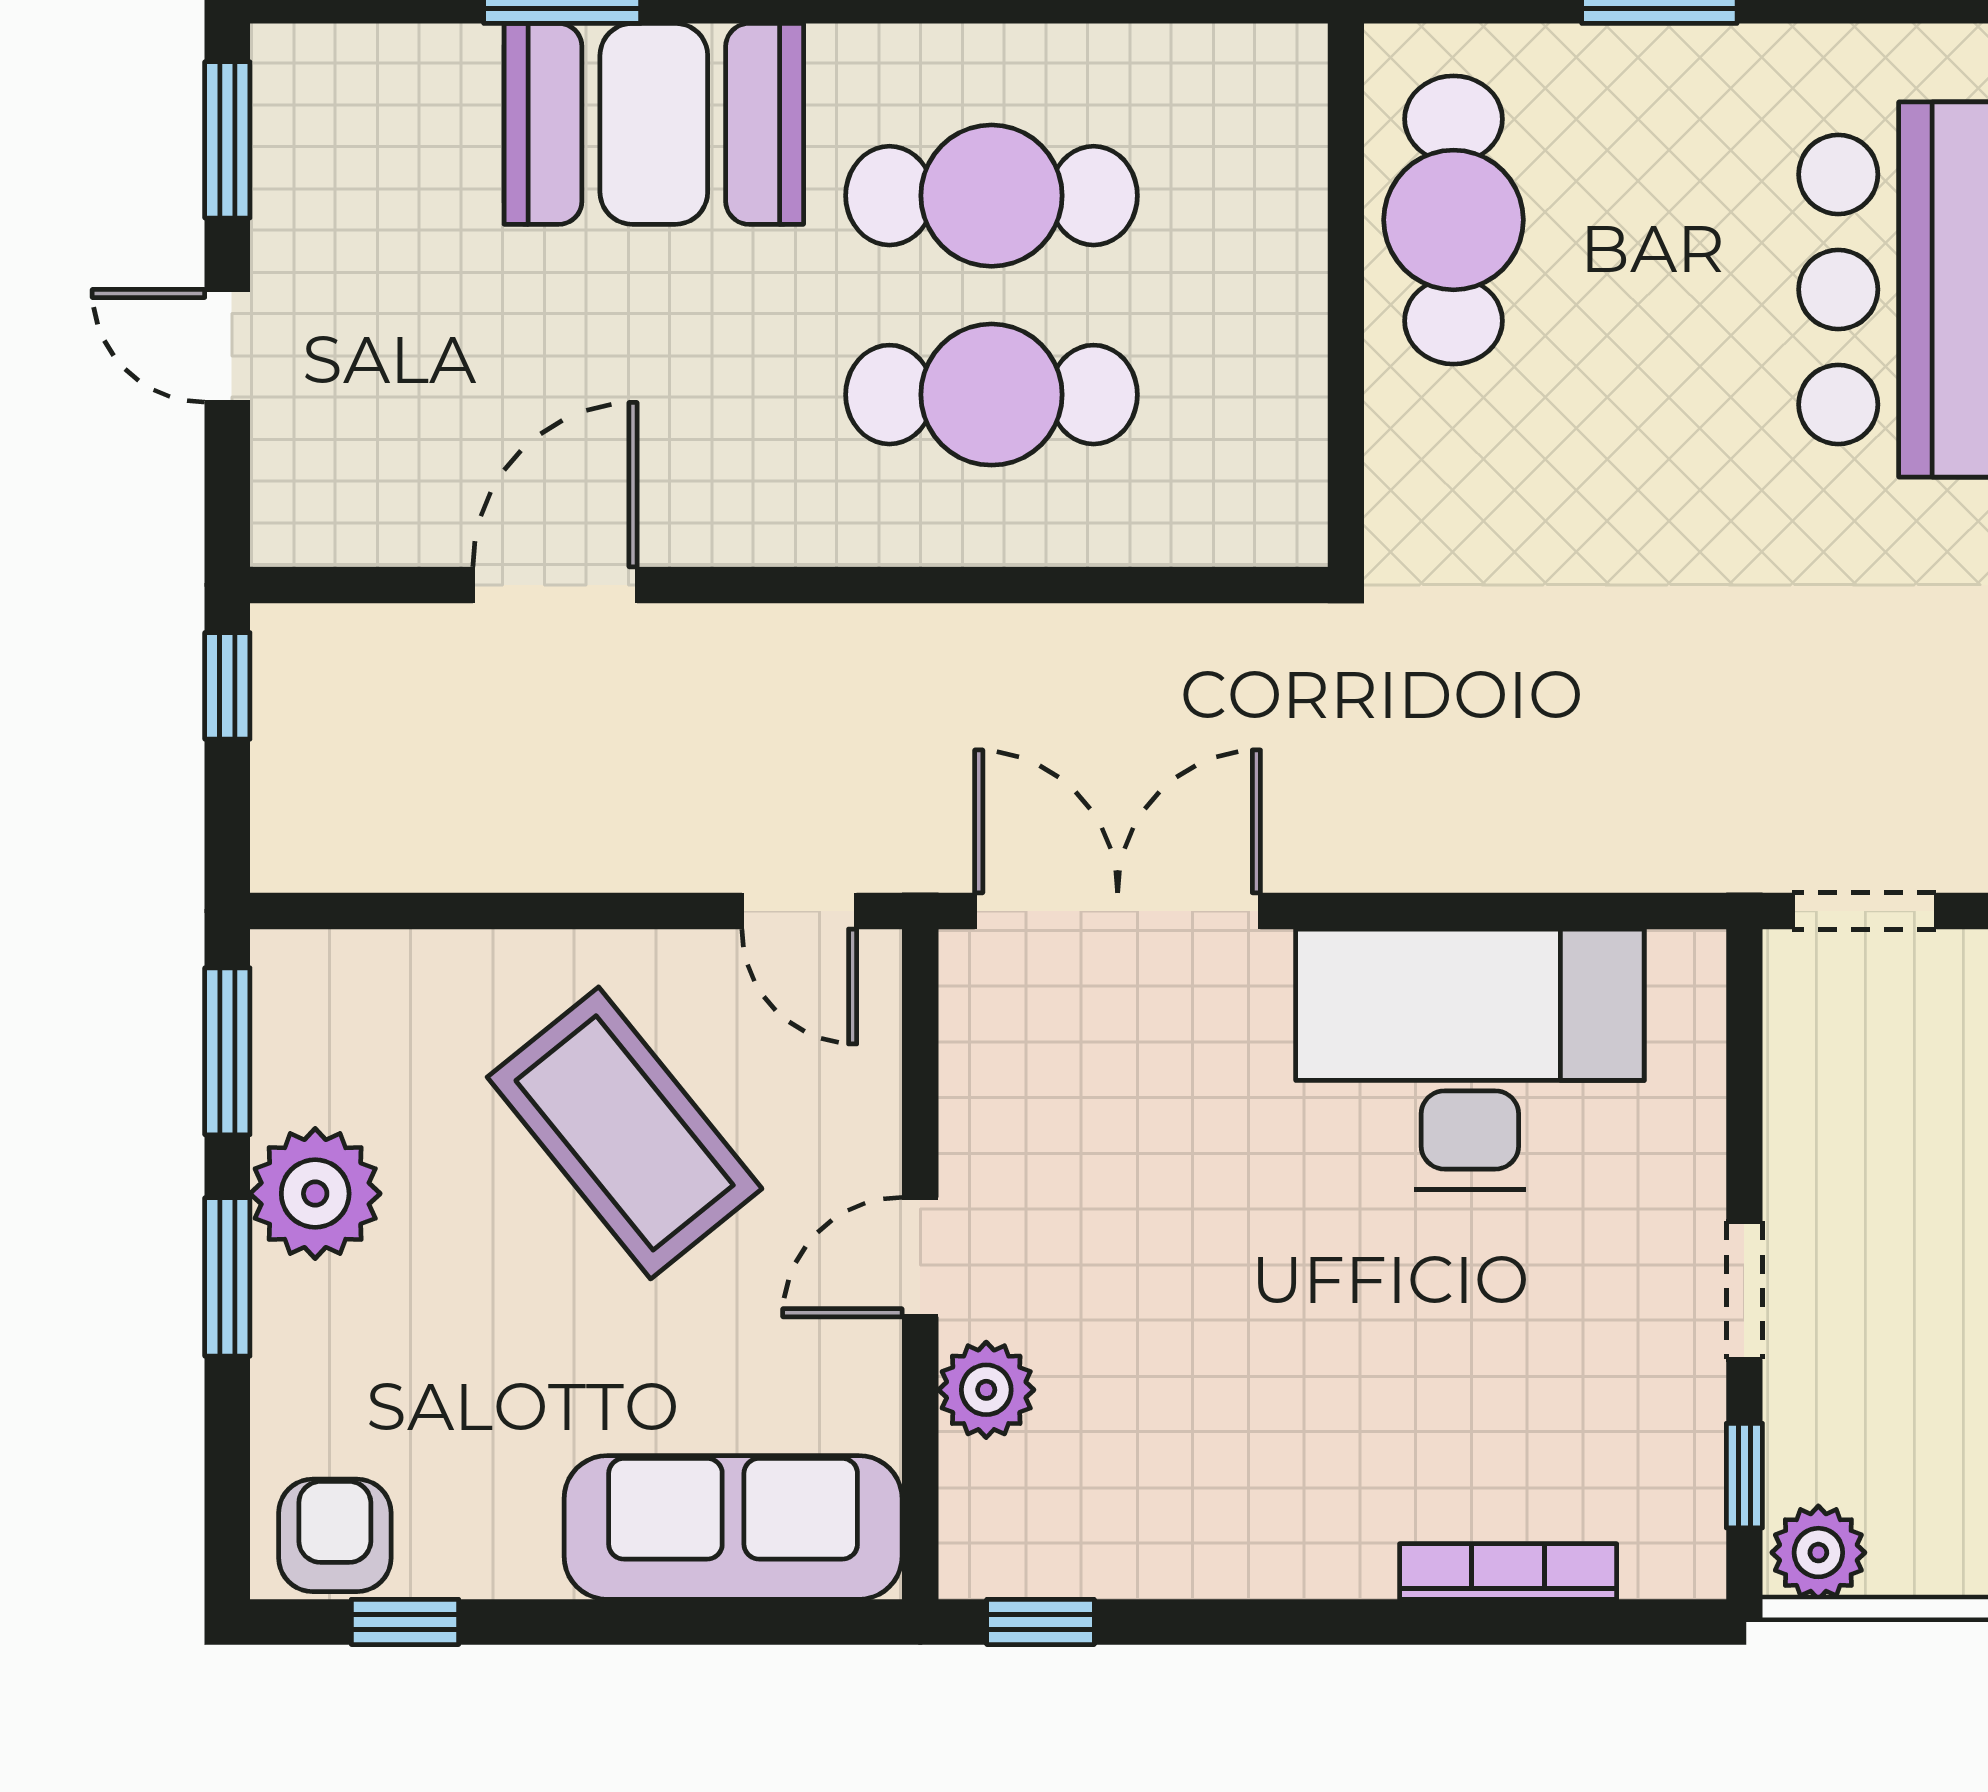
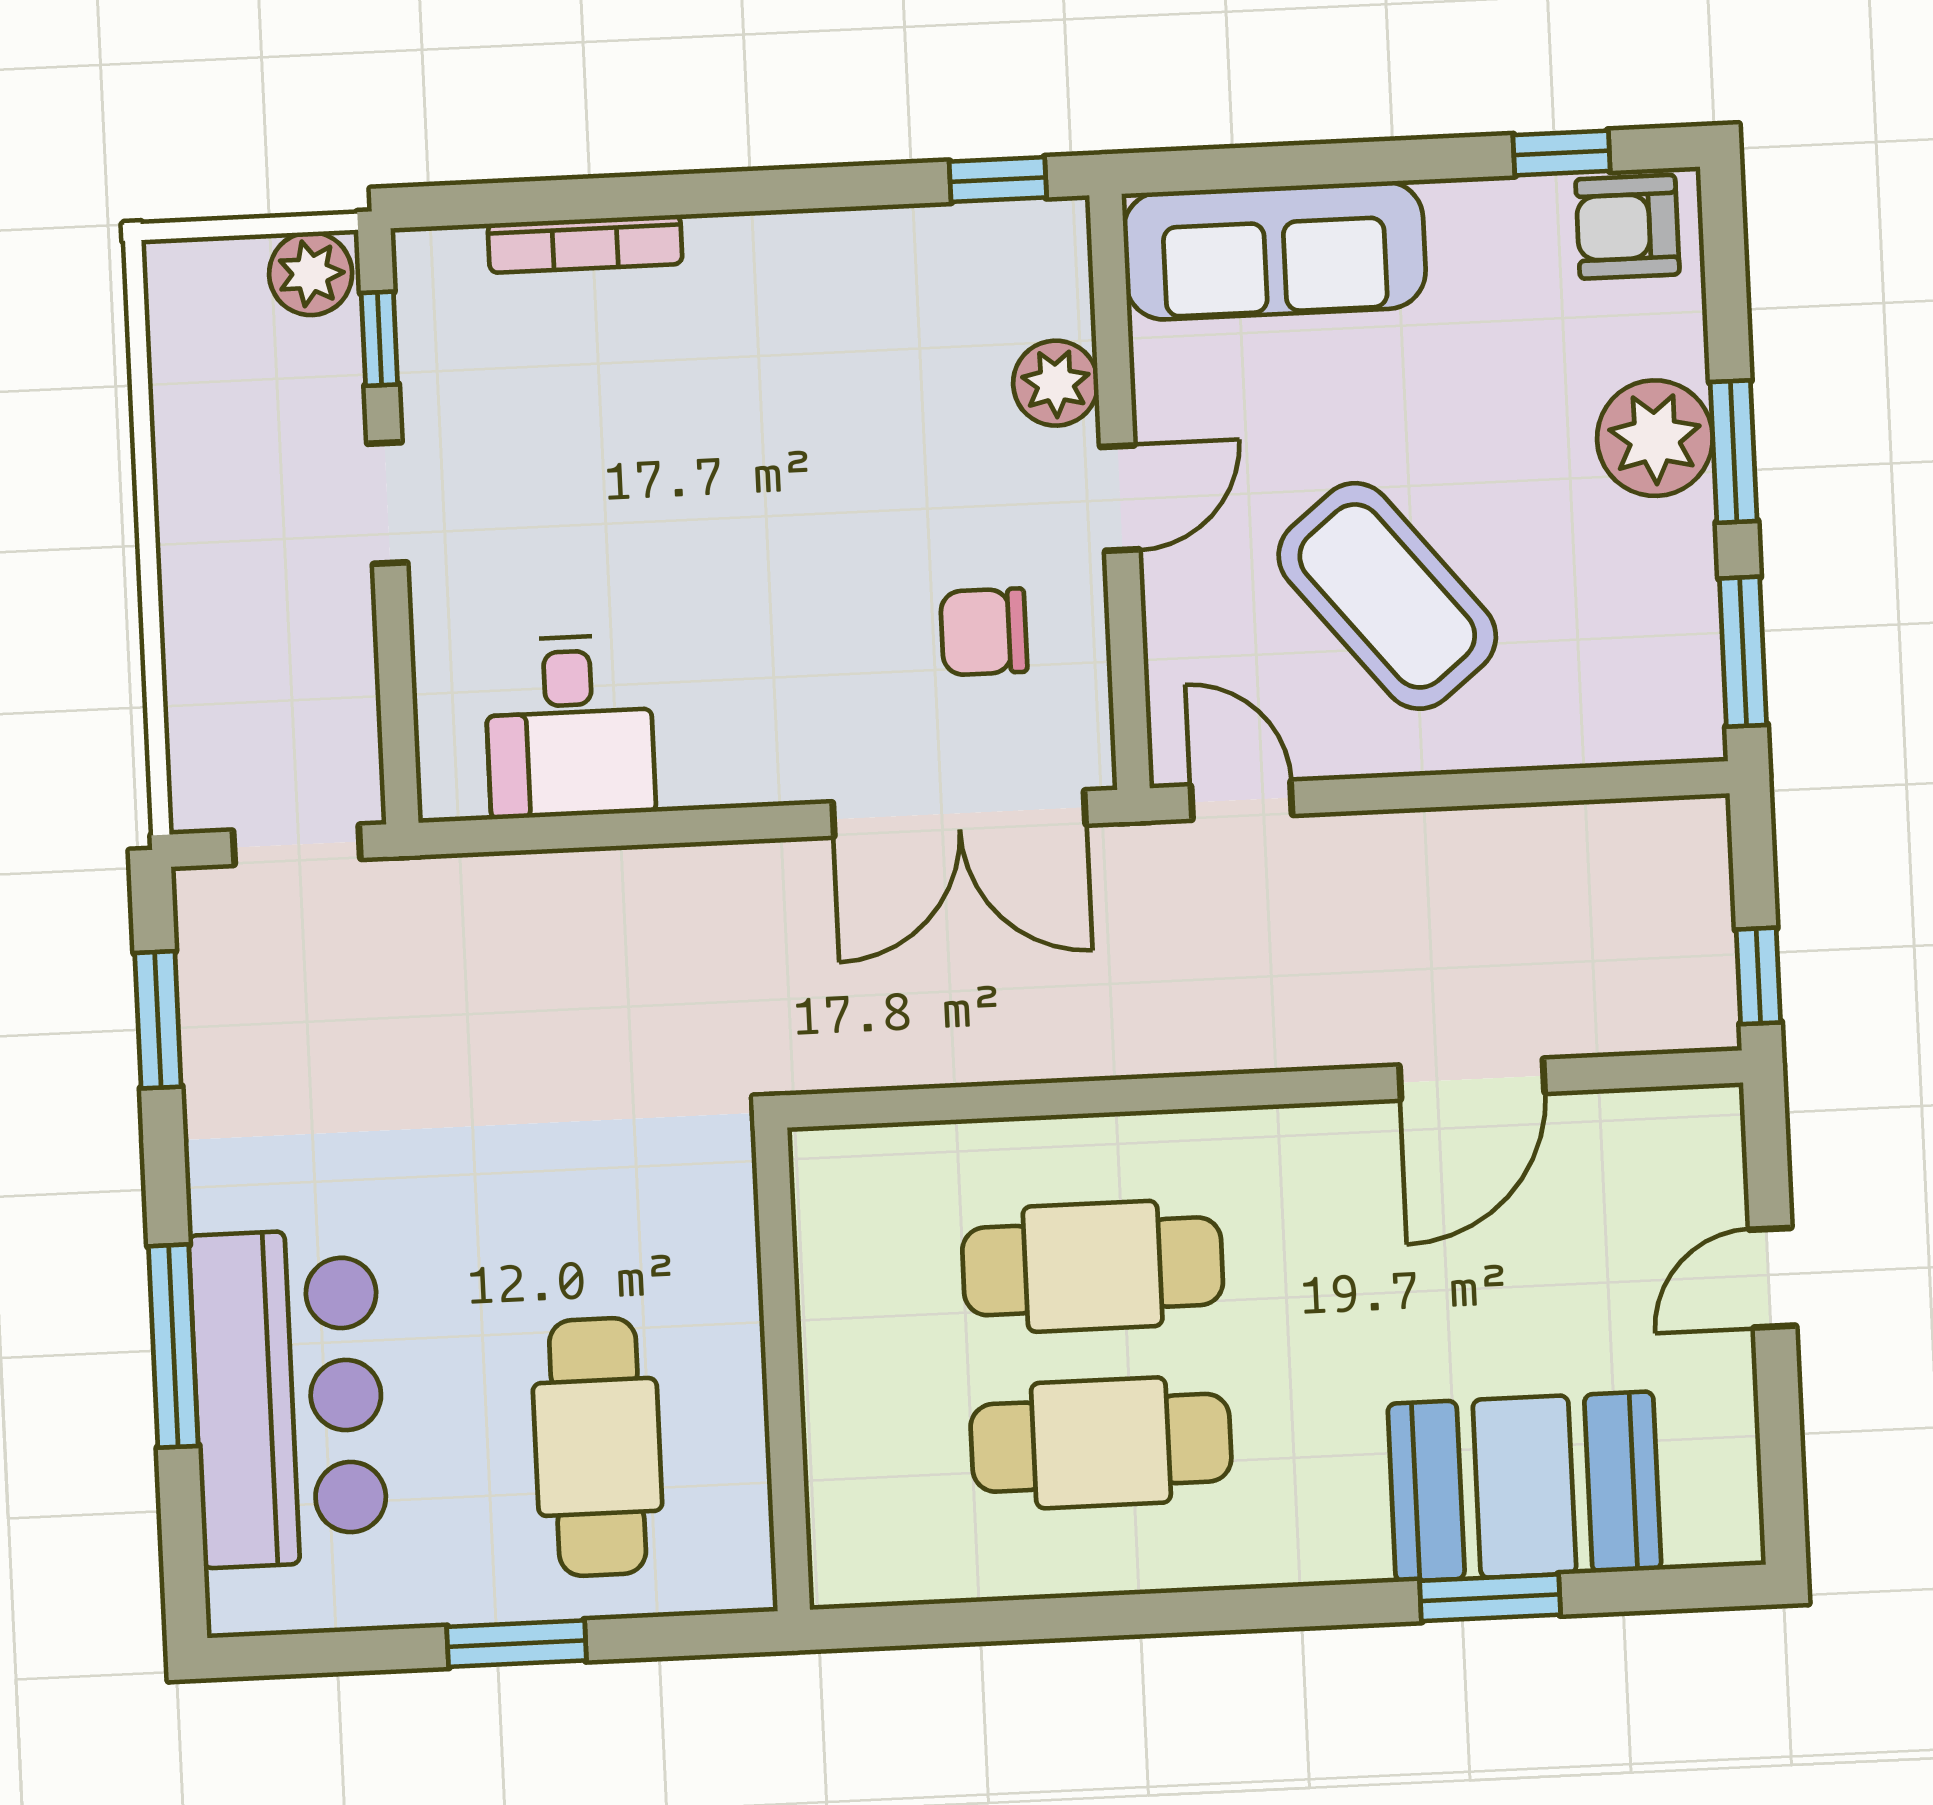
booth: (654, 124) -> (1524, 1487), moved
window: (227, 140) -> (1781, 1460), removed
cafe table: (1454, 220) -> (598, 1447), moved
door: (227, 346) -> (1773, 1278), swing flipped
desk: (1470, 1060) -> (570, 727), width x0.53, depth x0.77
chair: (1080, 1114) -> (984, 632), added
plant: (315, 1194) -> (1655, 438), moved
armchair: (335, 1535) -> (1627, 227), turned 90

